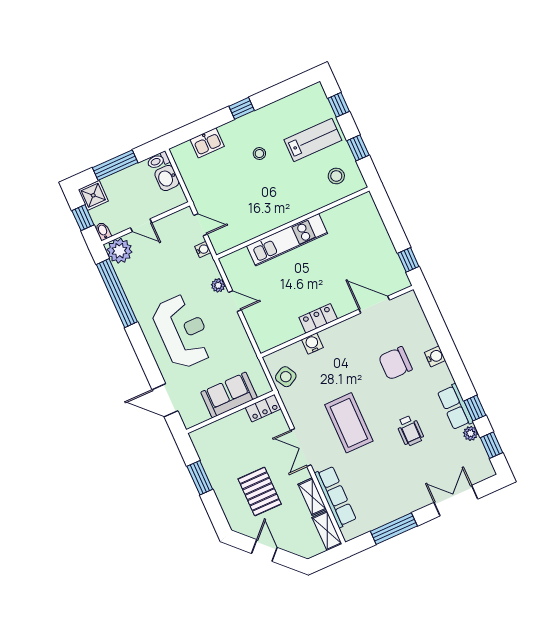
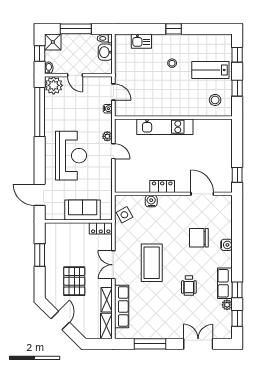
lab bench: (313, 140) -> (210, 70), turned 180

